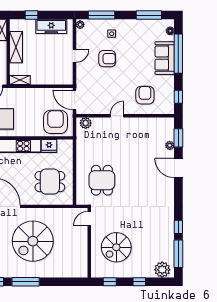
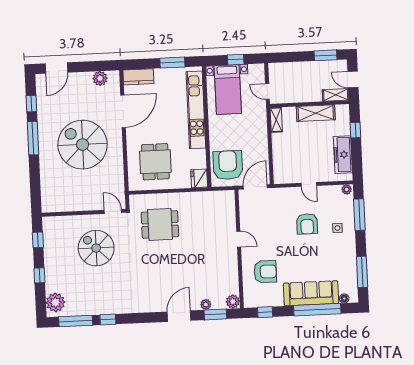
sofa: (165, 58) -> (311, 293), width x1.36
armchair: (55, 122) -> (228, 165), turned -90
plant: (86, 123) -> (233, 302), moved
fridge: (49, 146) -> (199, 178), moved
spiral stairs: (116, 247) -> (96, 248), moved

